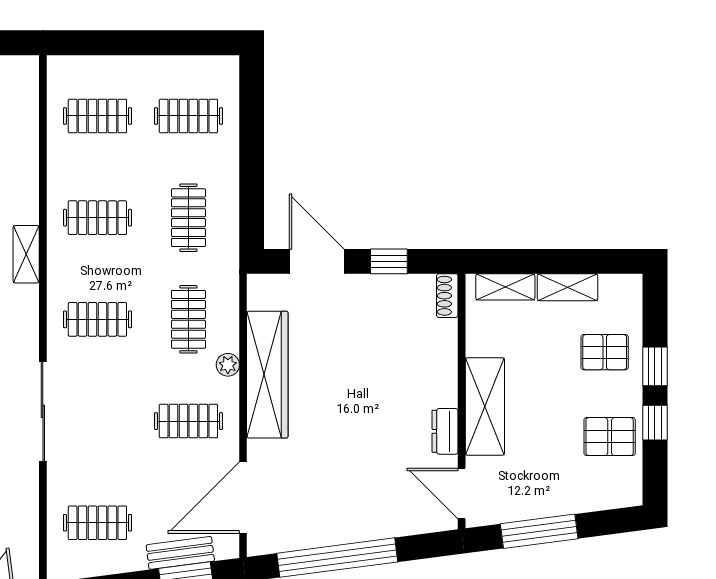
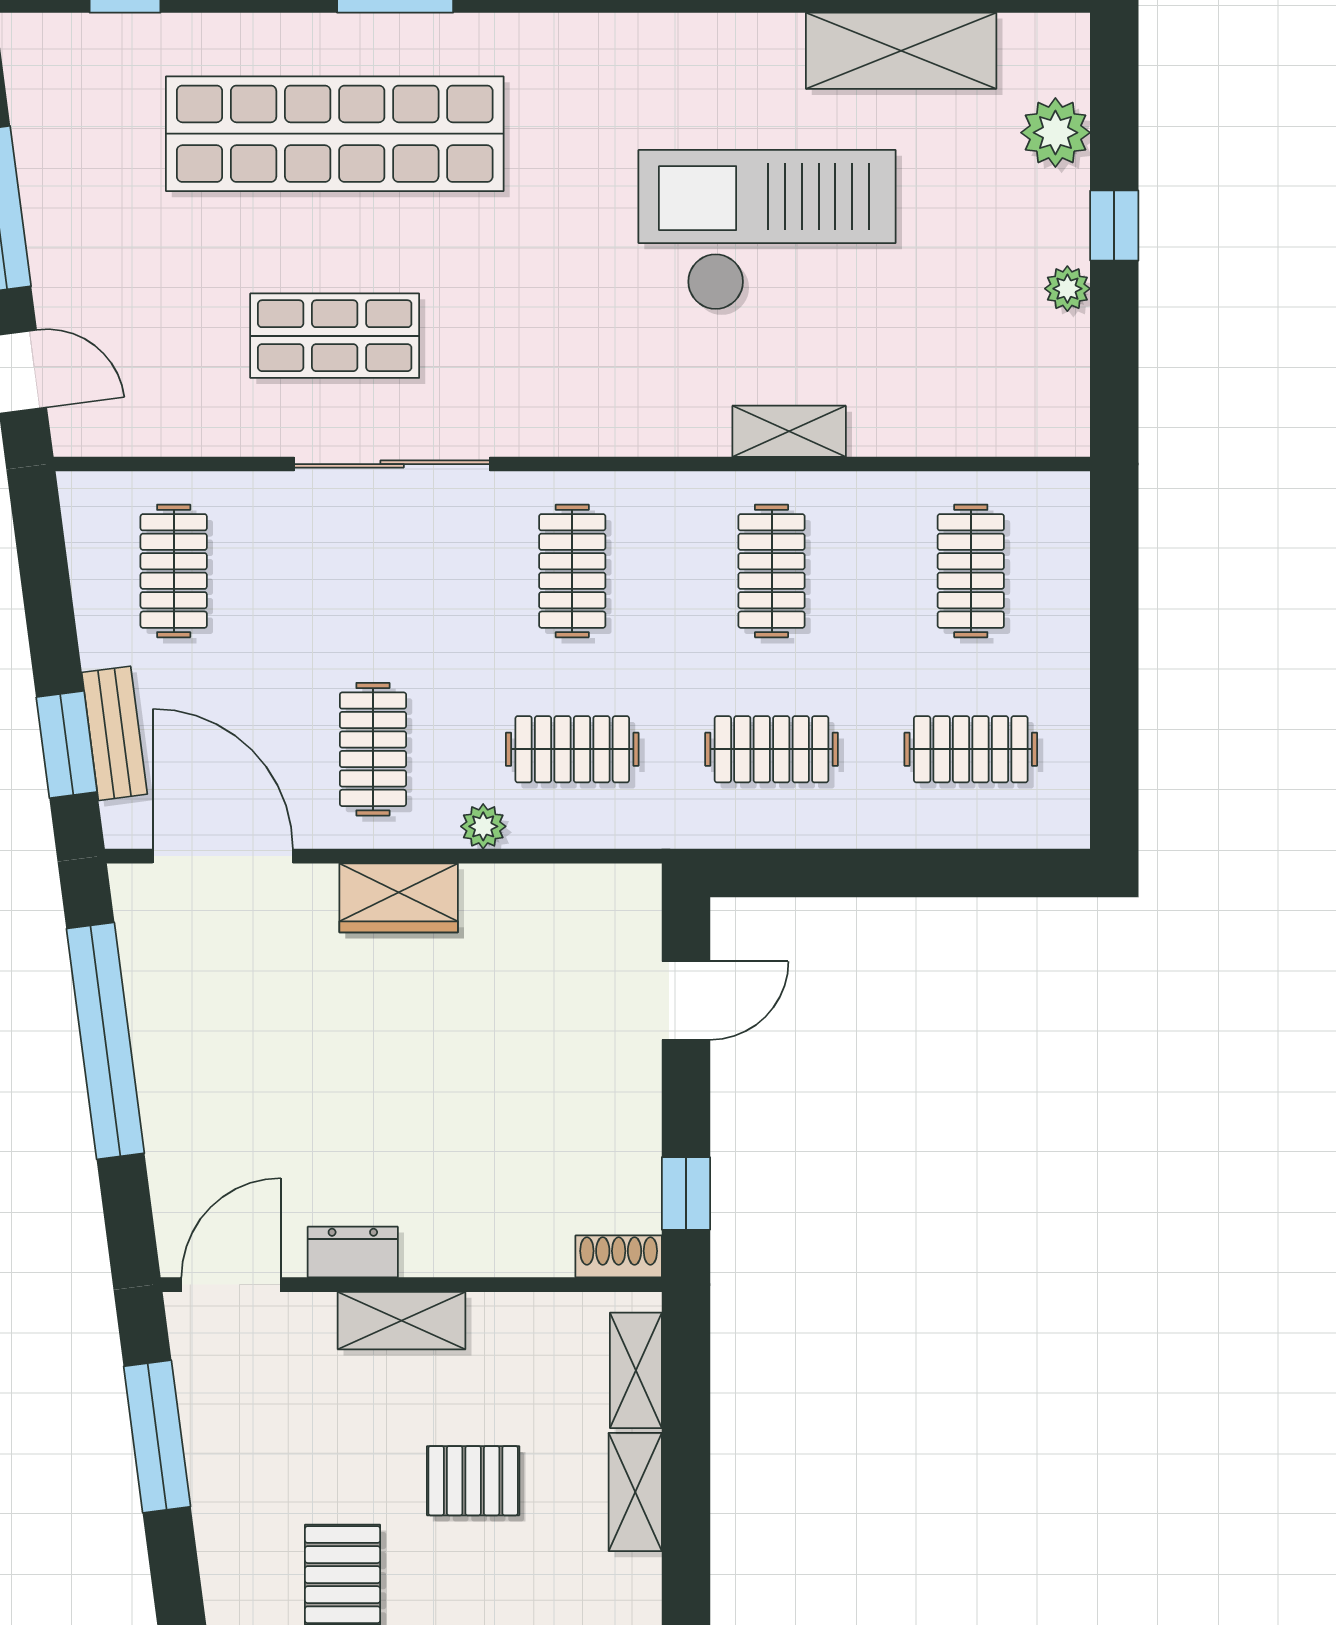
clothes rail: (188, 116) -> (971, 749), turned 90
shelving: (26, 254) -> (789, 431), moved
door: (317, 261) -> (686, 1001), width x0.73
window: (389, 261) -> (686, 1193), moved
pallet: (605, 352) -> (473, 1481), moved, turned 90
wardrobe: (267, 375) -> (399, 898), width x0.48, depth x0.85
shelving: (485, 406) -> (402, 1321), width x0.67, depth x0.75

